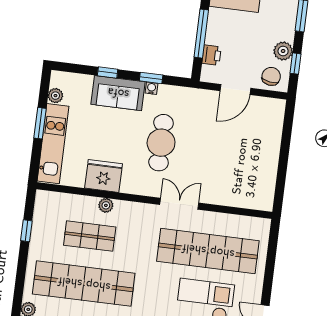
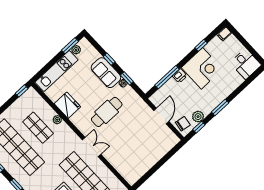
printer: (212, 55) -> (180, 76), moved
door: (235, 90) -> (161, 116), swing flipped
window: (40, 123) -> (70, 46), moved
window: (26, 231) -> (22, 91), moved

